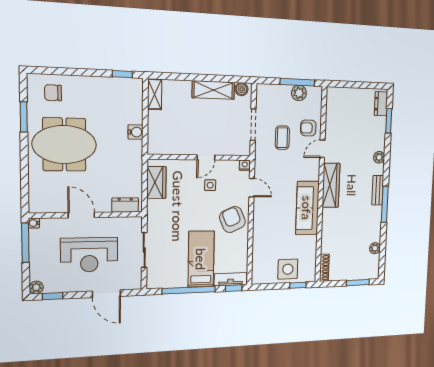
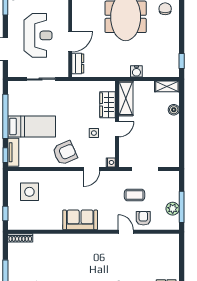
boiler: (242, 89) -> (174, 110), moved
shelving: (213, 90) -> (126, 98), moved
door: (206, 157) -> (117, 129), swing flipped
wardrobe: (156, 182) -> (108, 105), moved, turned 90
wardrobe: (331, 185) -> (94, 241), removed
sofa: (307, 208) -> (80, 220), width x0.73
door: (81, 215) -> (70, 42), moved
reception desk: (89, 255) -> (38, 35), turned 180
side table: (288, 269) -> (29, 192), moved

